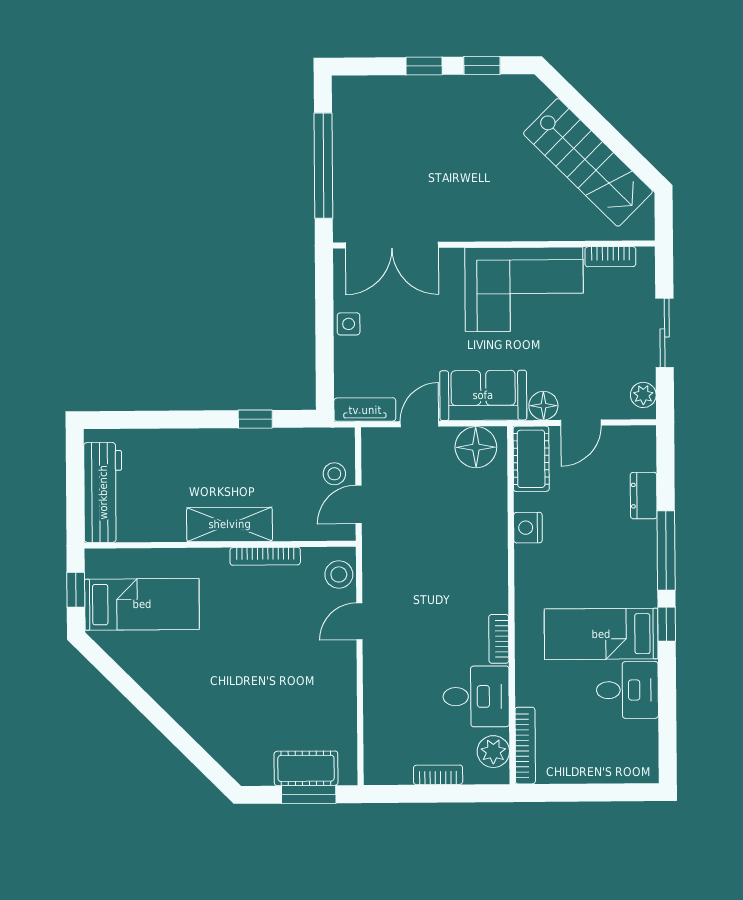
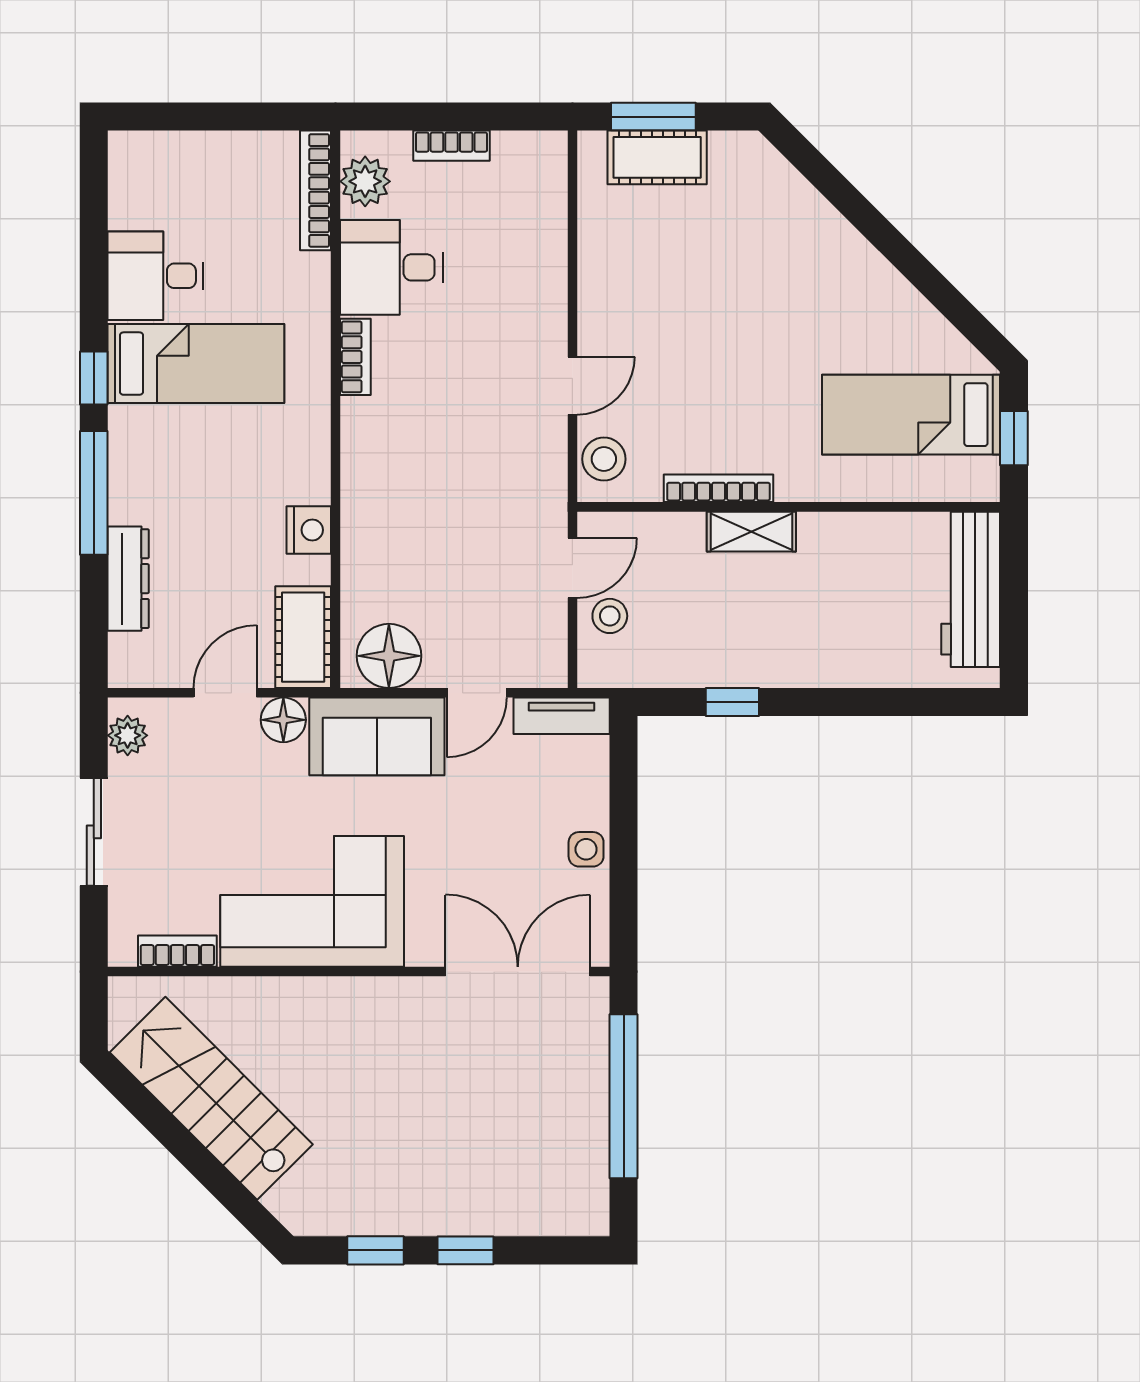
dresser: (644, 496) -> (128, 579), width x1.44
shelving: (230, 524) -> (751, 532), width x0.67, depth x0.75

